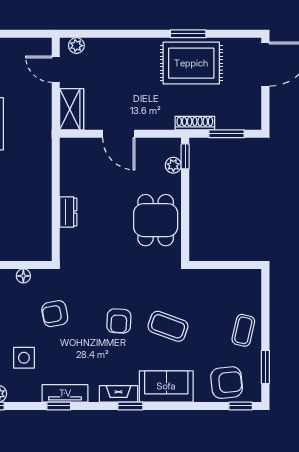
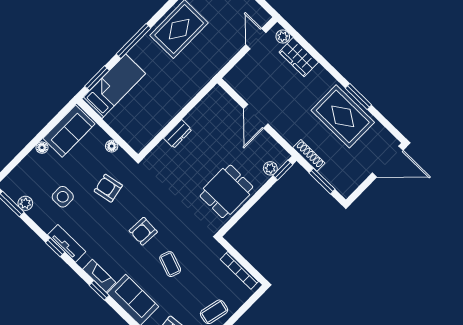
wardrobe: (72, 109) -> (299, 57), moved, turned 90
bookcase: (231, 275) -> (239, 270), added
coffee table: (168, 326) -> (170, 264), width x0.73, depth x0.77

